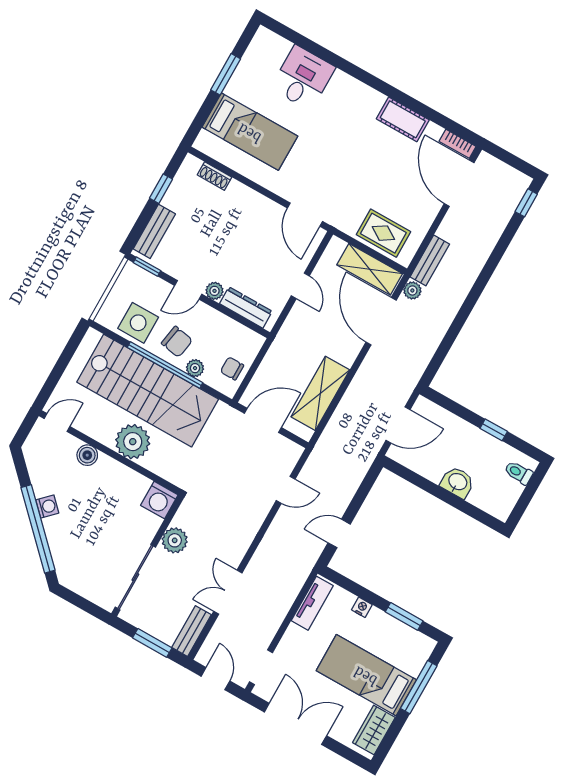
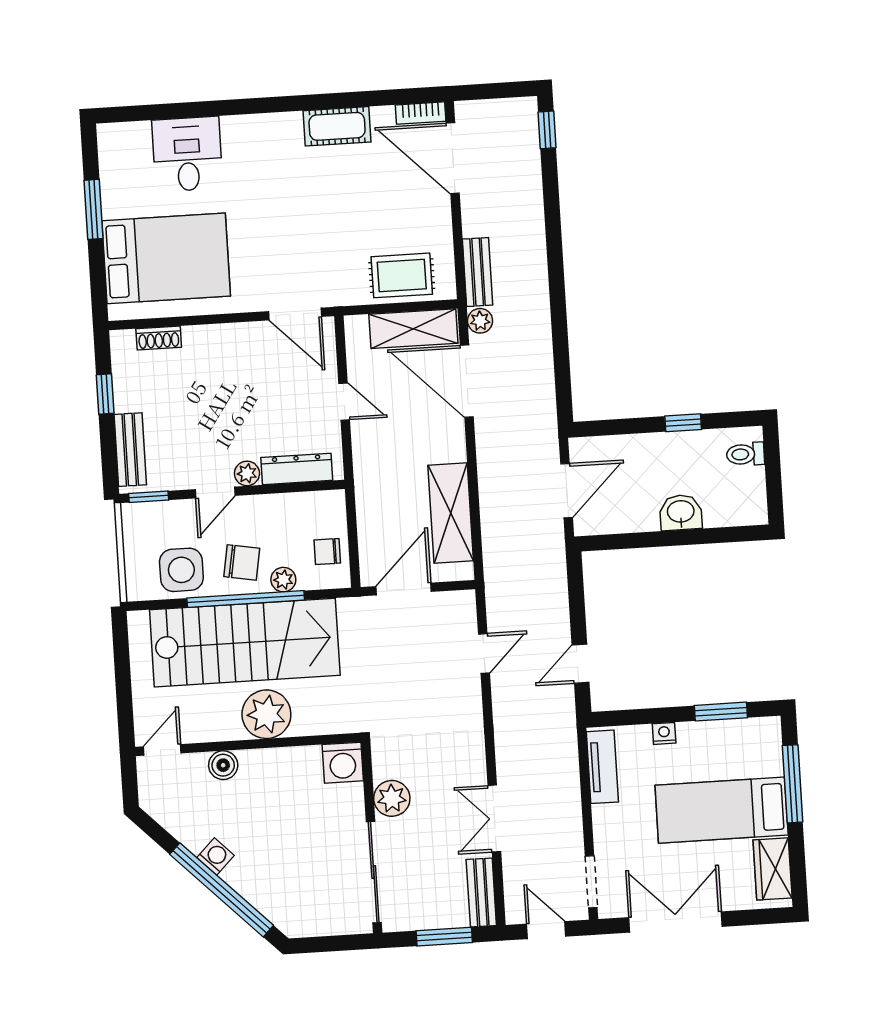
bed: (250, 132) -> (166, 258), width x1.50

